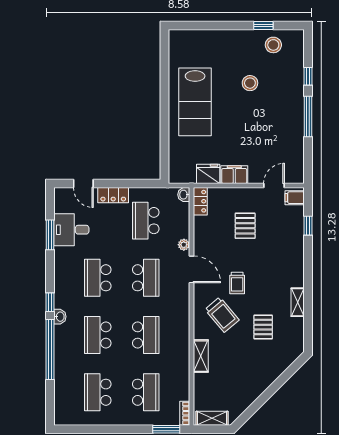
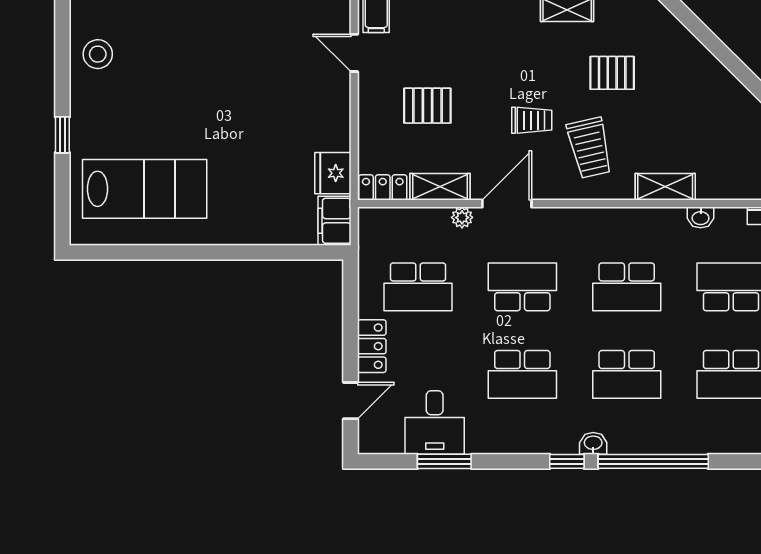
window: (263, 26) -> (62, 135), moved
stool: (250, 83) -> (167, 97), removed
lab bench: (195, 102) -> (145, 189), moved
filing cabinet: (234, 175) -> (334, 221), moved
washbasin: (184, 195) -> (701, 217), moved
shelving: (201, 233) -> (440, 187), added
trolley: (222, 315) -> (590, 148), turned 117
school desk: (146, 335) -> (627, 287), turned 180

